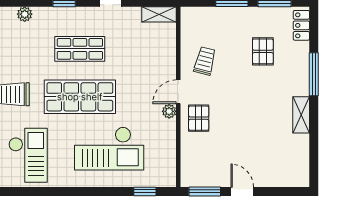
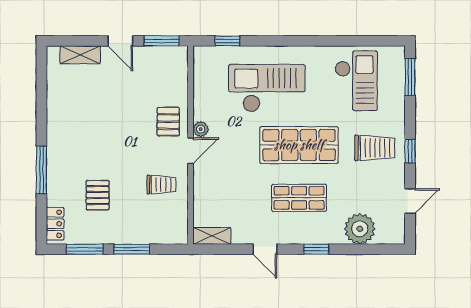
plant: (25, 14) -> (360, 229), width x1.88, depth x1.88
trolley: (205, 61) -> (161, 185), turned -104
shelving: (301, 115) -> (80, 55), moved, turned 90
checkout: (28, 155) -> (356, 81), turned 180

